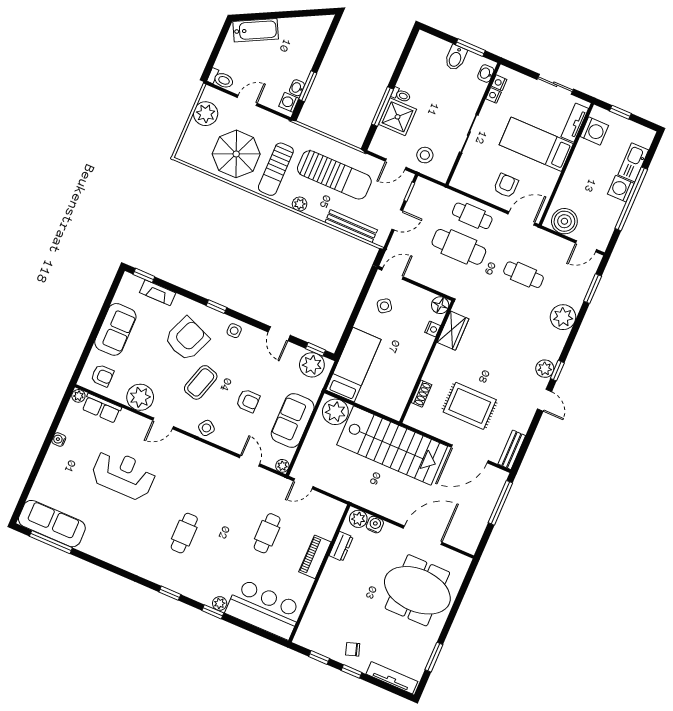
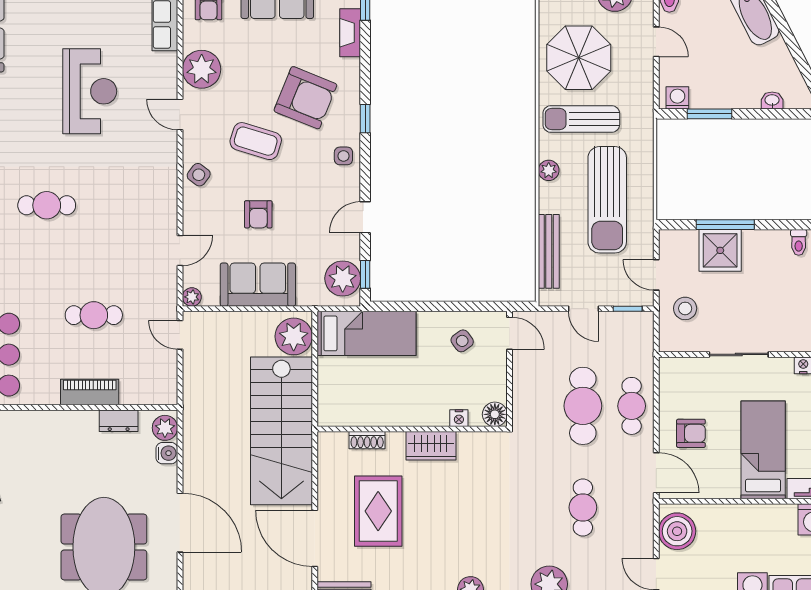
washbasin: (297, 88) -> (772, 100), moved
toilet: (401, 95) -> (799, 242), moved
wardrobe: (453, 331) -> (431, 446), moved

